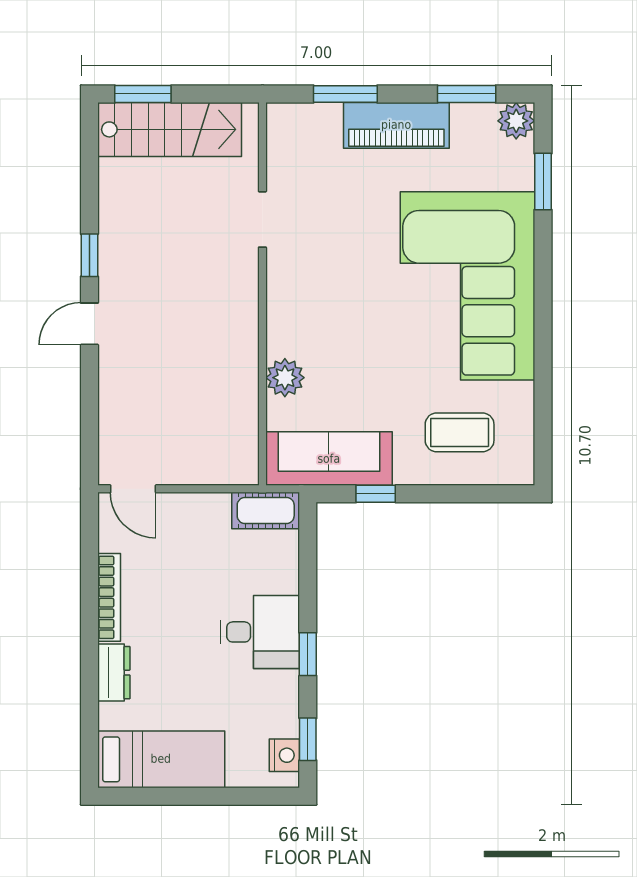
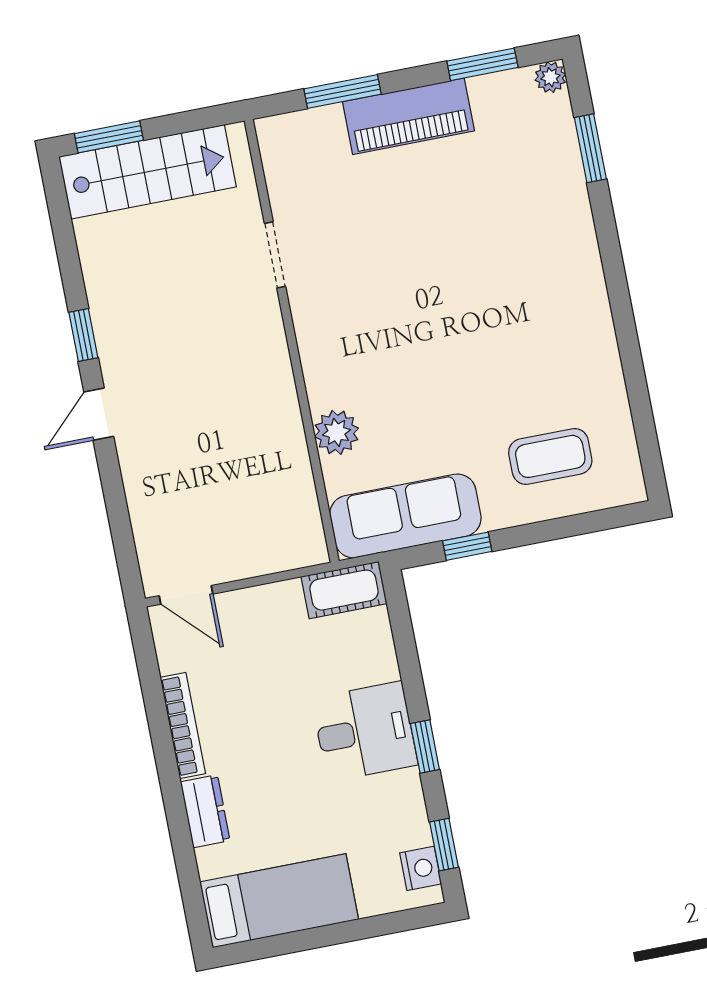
plant: (516, 121) -> (550, 77), width x0.73, depth x0.73
corner sofa: (467, 286) -> (527, 286), removed

